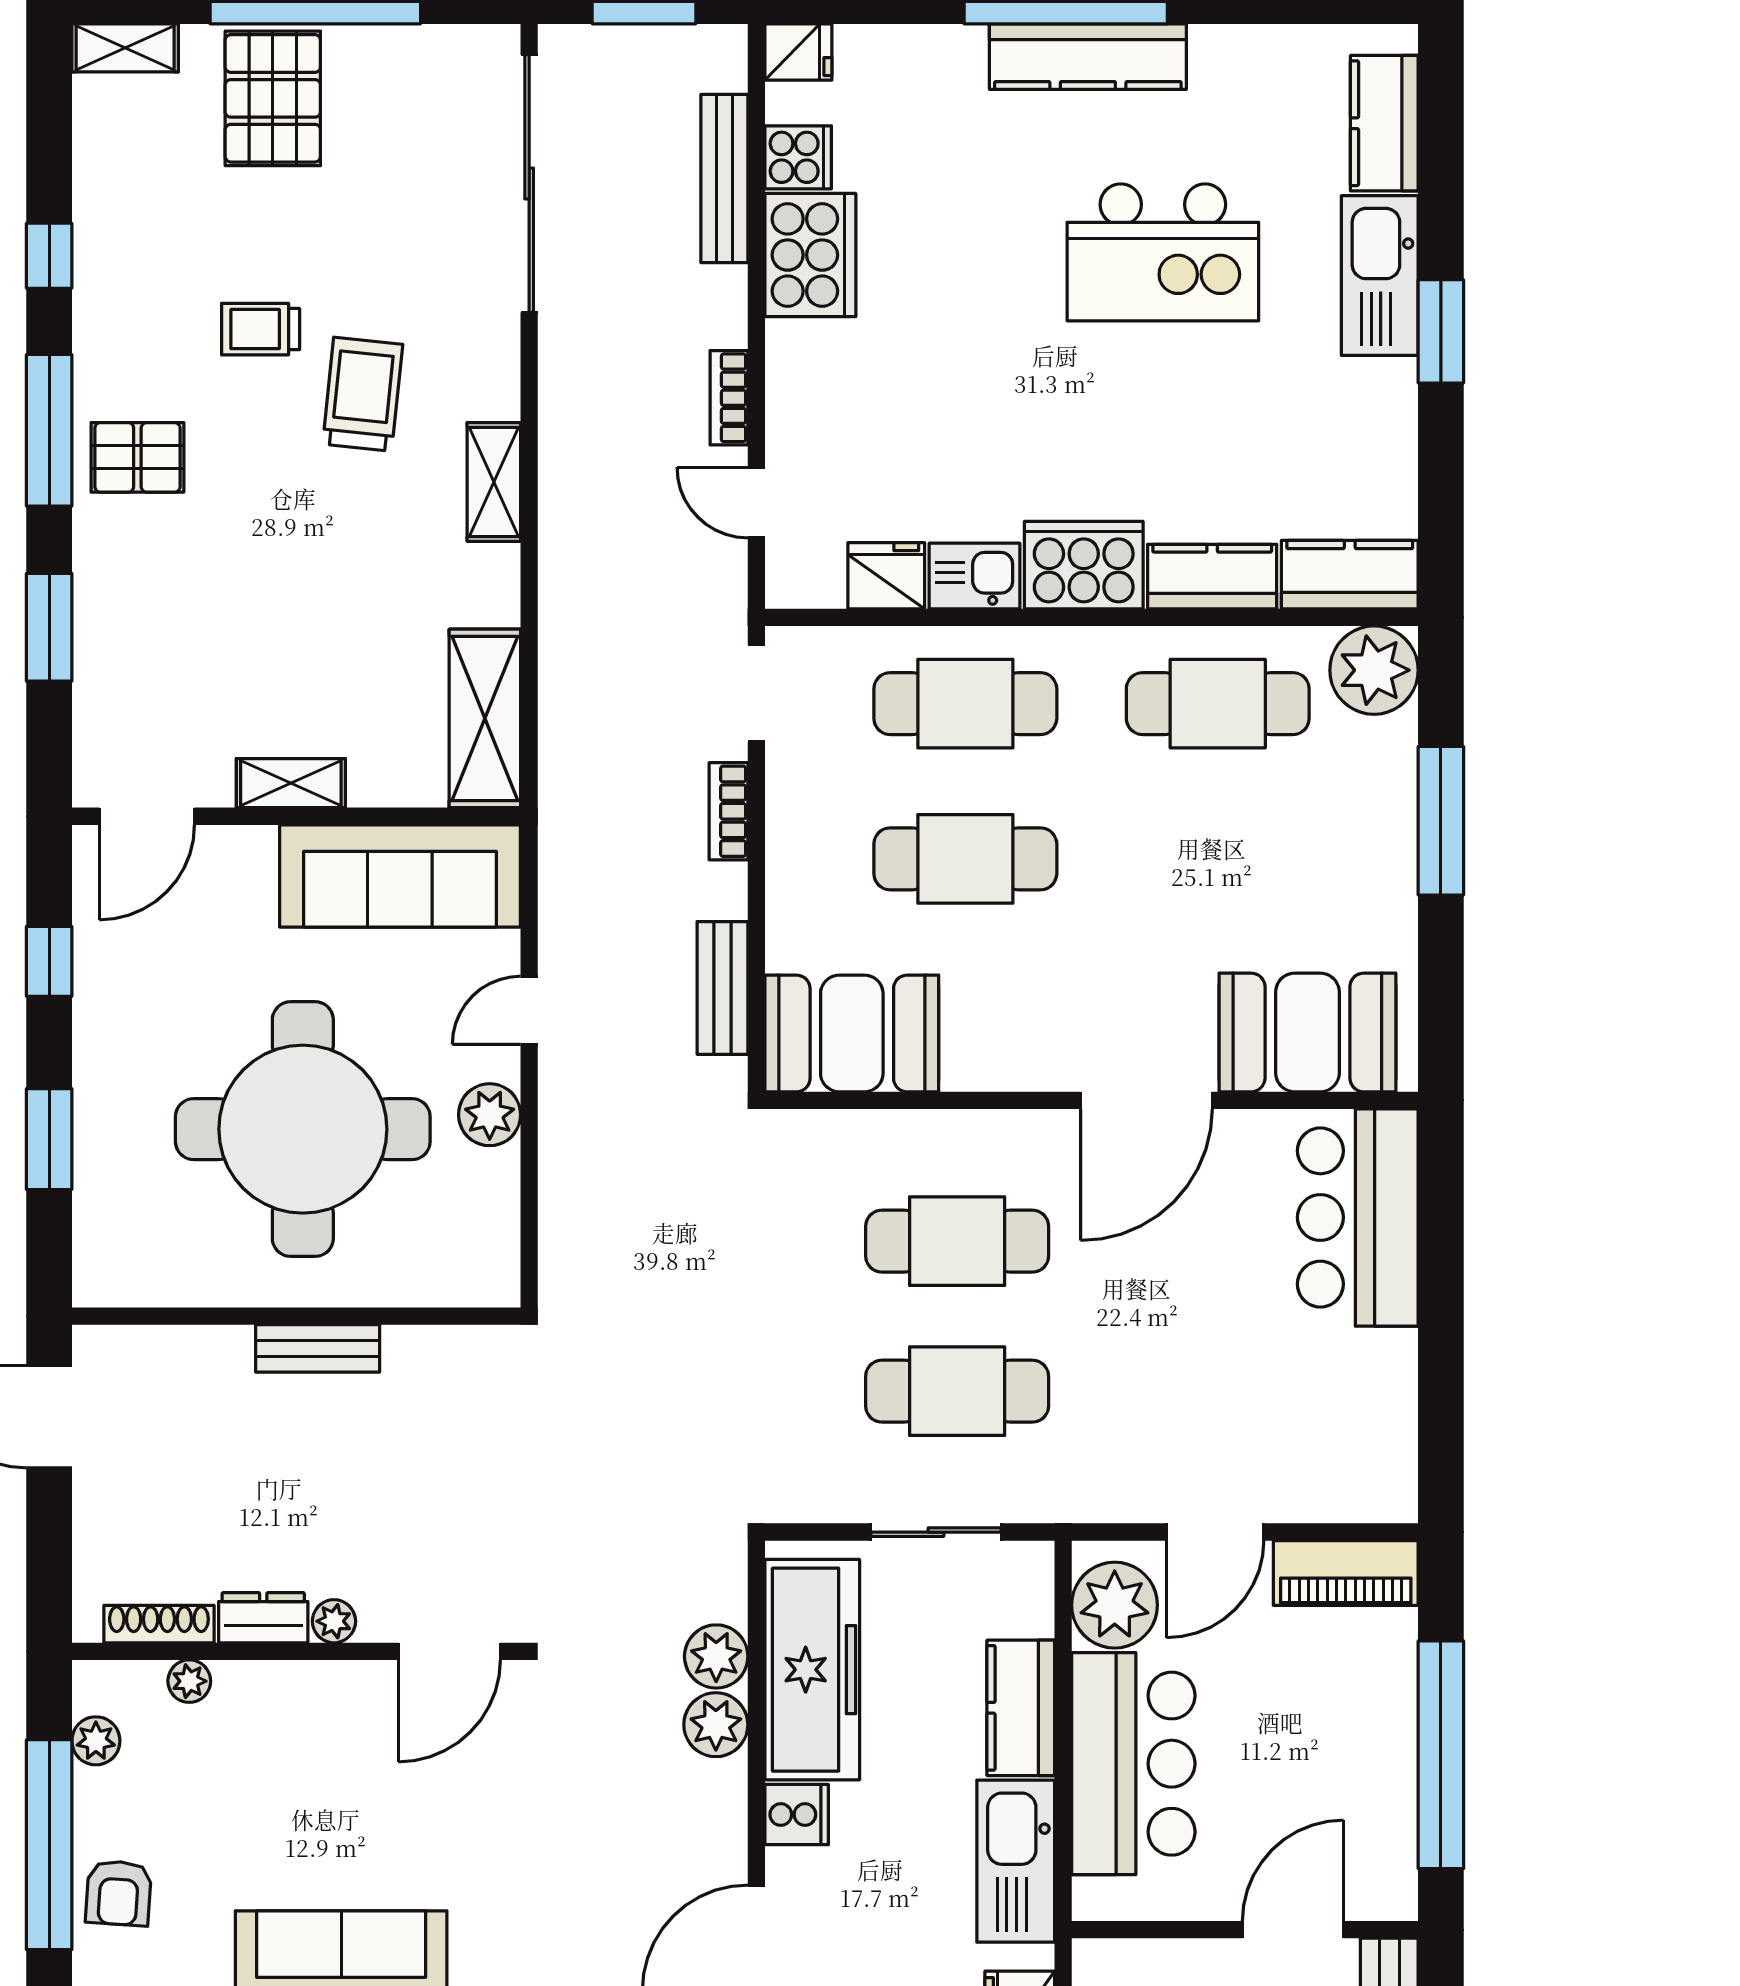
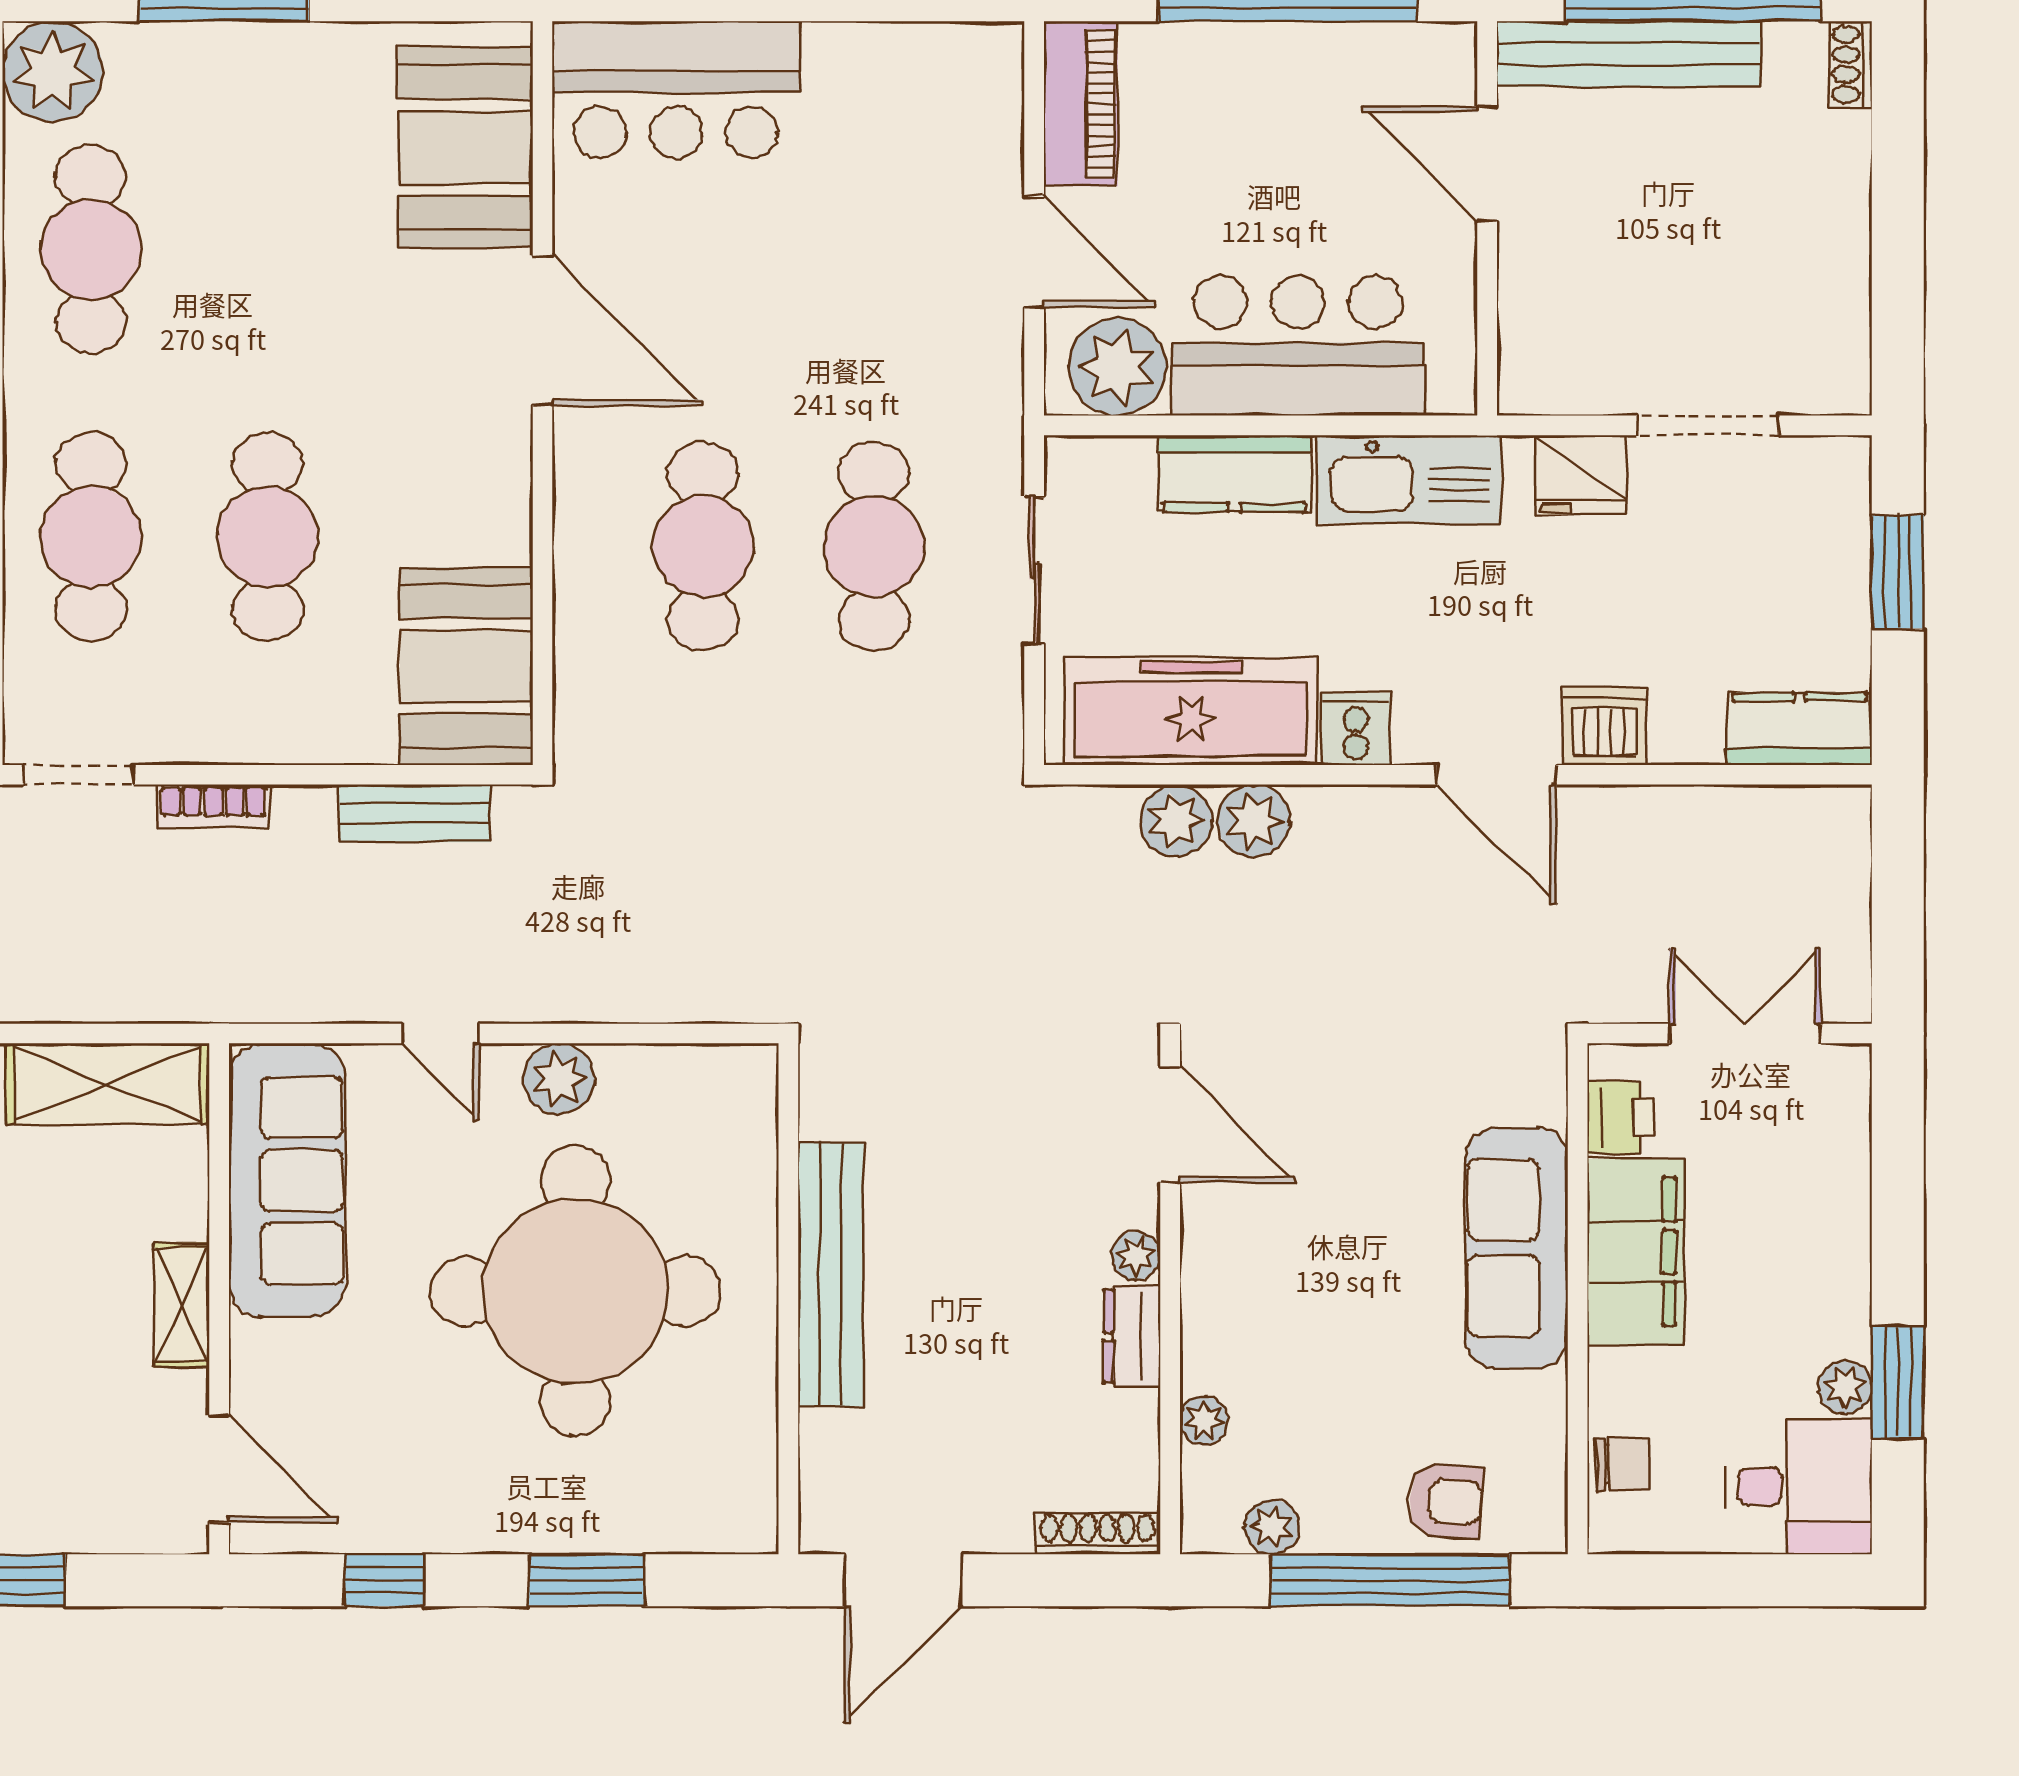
bench: (318, 1348) -> (831, 1274), width x1.86, depth x1.21
shoe rack: (159, 1624) -> (1098, 1533), moved, turned 90

